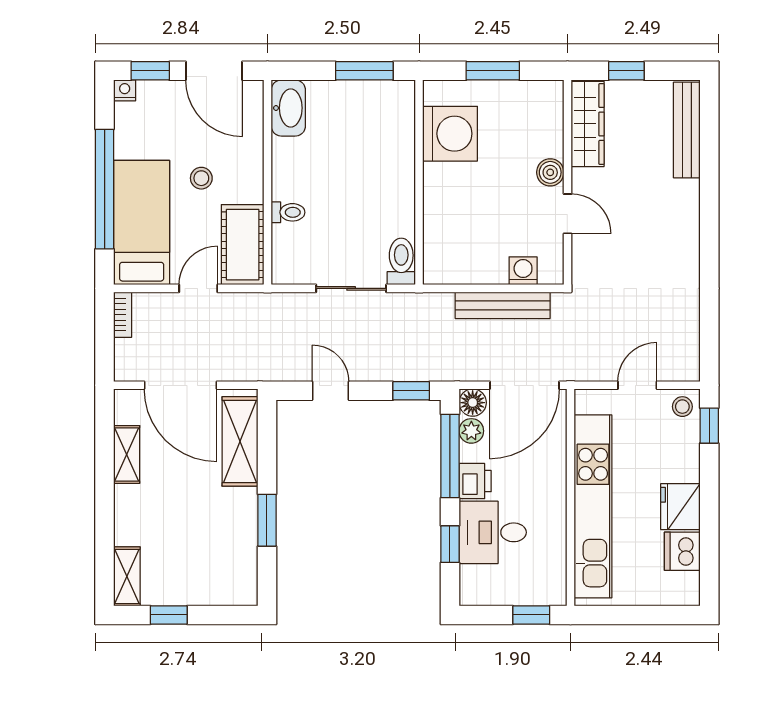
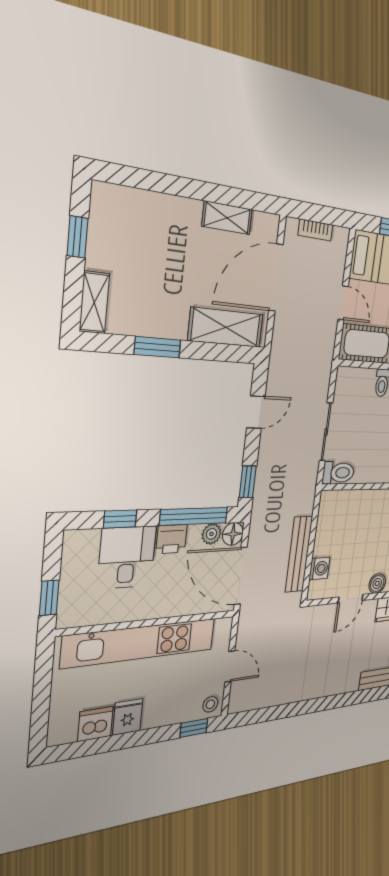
bookcase: (123, 315) -> (315, 230), moved
fridge: (680, 507) -> (128, 717), width x0.72
shelving: (127, 576) -> (94, 302), moved, turned 90

